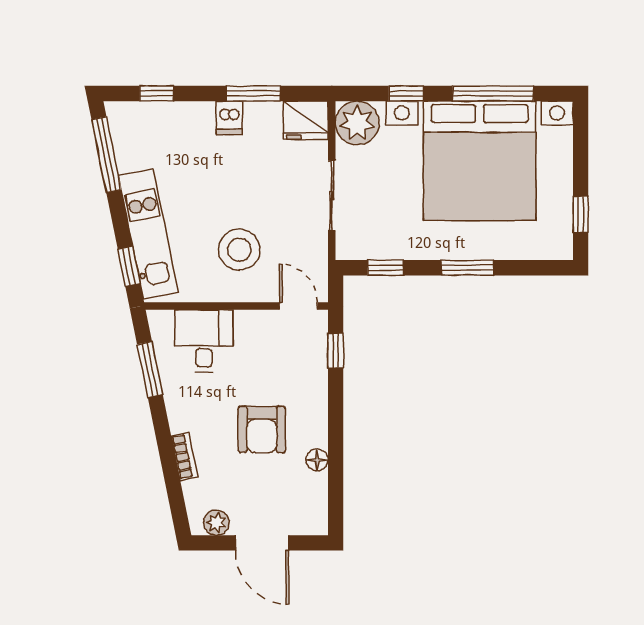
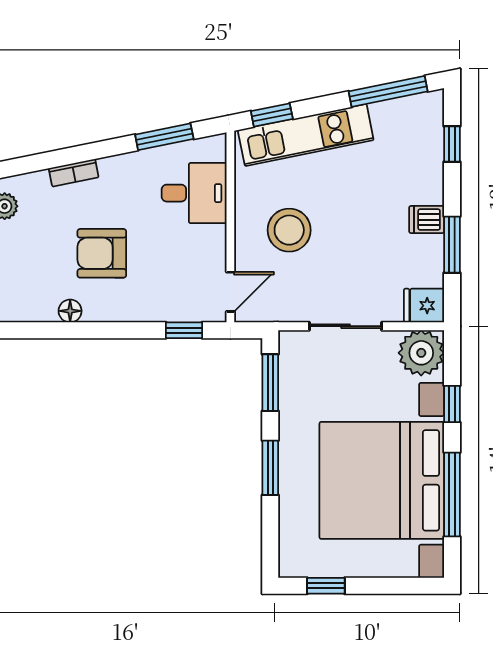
fridge: (306, 120) -> (424, 306), width x0.72
window: (386, 268) -> (270, 383), width x1.50

